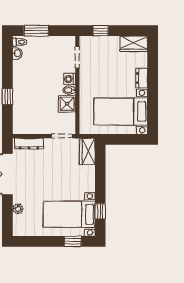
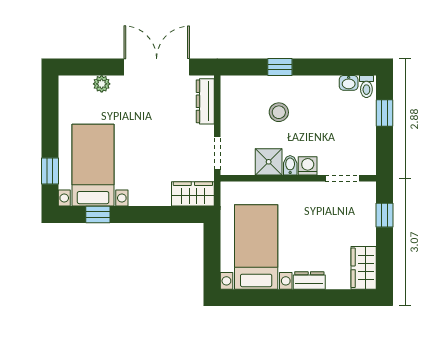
window: (36, 31) -> (384, 113), width x0.67
stool: (36, 97) -> (279, 112), added

